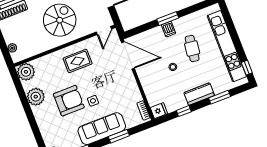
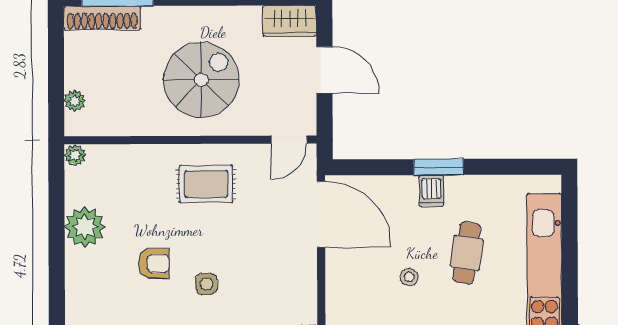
plant: (26, 72) -> (75, 155), width x0.53, depth x0.53
armchair: (69, 101) -> (154, 263), width x0.53, depth x0.53

